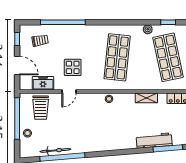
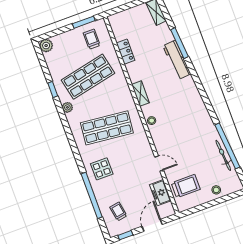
display table: (73, 67) -> (102, 169), moved
shelving: (146, 98) -> (140, 94), moved
window: (17, 118) -> (205, 206), removed

